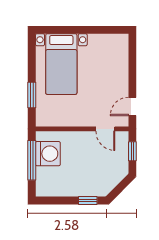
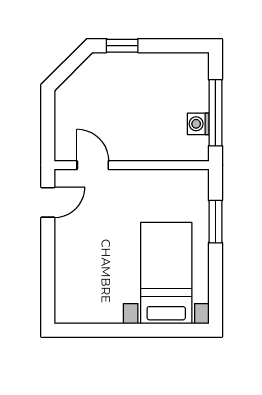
window: (132, 151) -> (48, 128), removed
washing machine: (48, 154) -> (198, 124), width x0.53, depth x0.53

